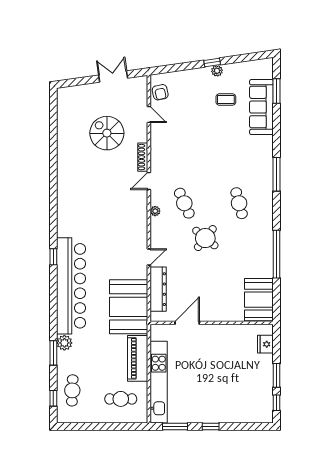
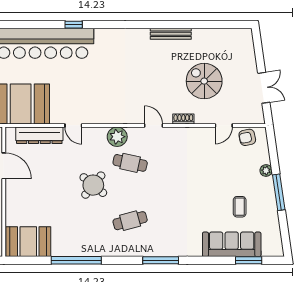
window: (212, 62) -> (279, 192), width x2.17
plant: (217, 71) -> (266, 171), moved
spiral stairs: (107, 133) -> (204, 81), turned -90
shoe rack: (143, 157) -> (183, 119), width x0.70
bench: (62, 165) -> (171, 34), added
cafe table: (184, 203) -> (130, 163), turned 36
plant: (155, 211) -> (117, 137), width x1.87, depth x1.87

